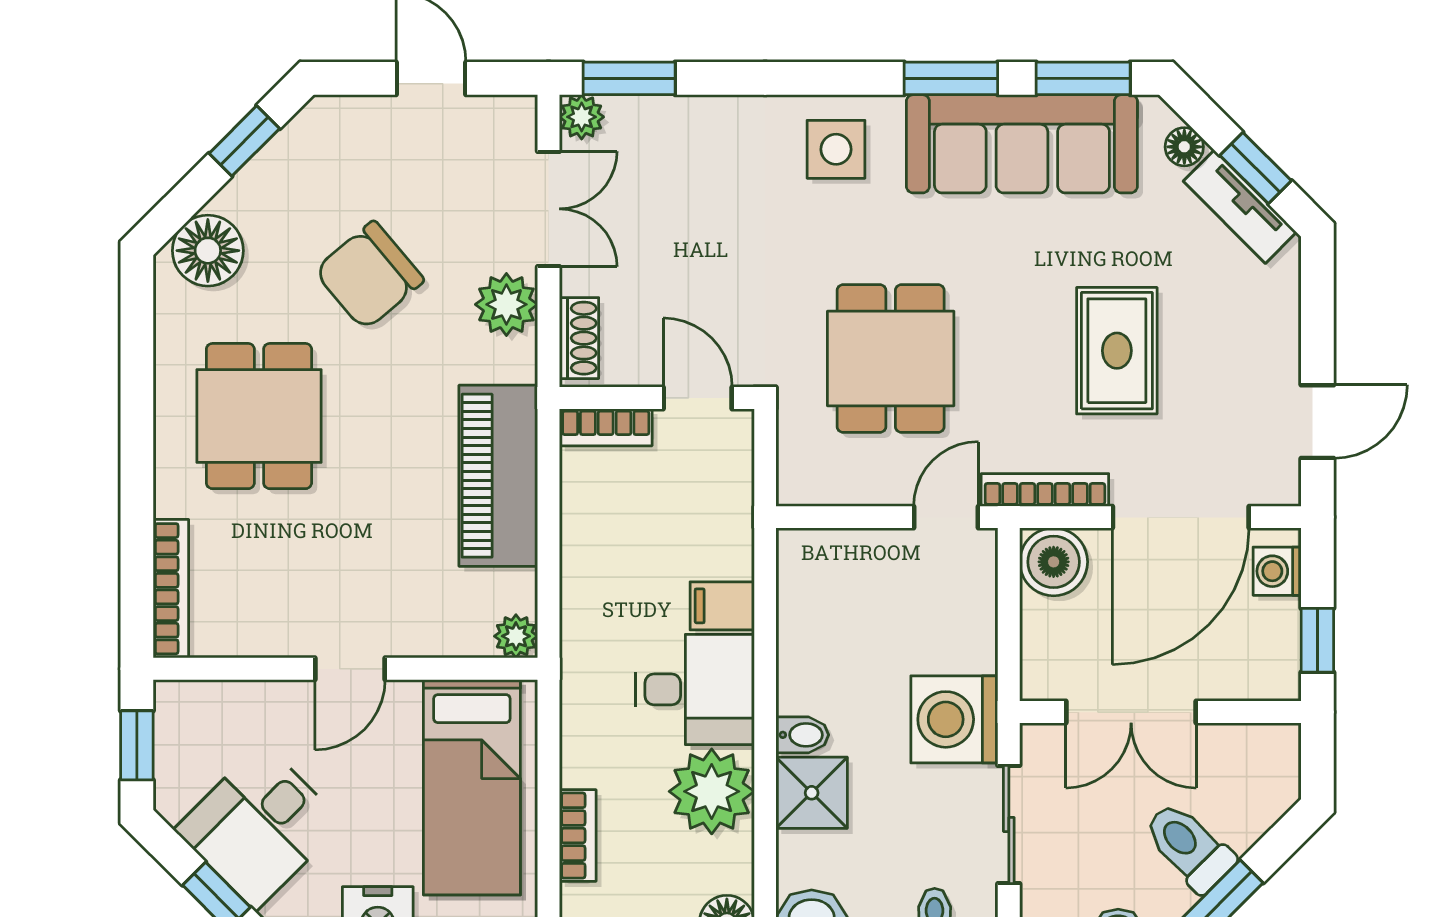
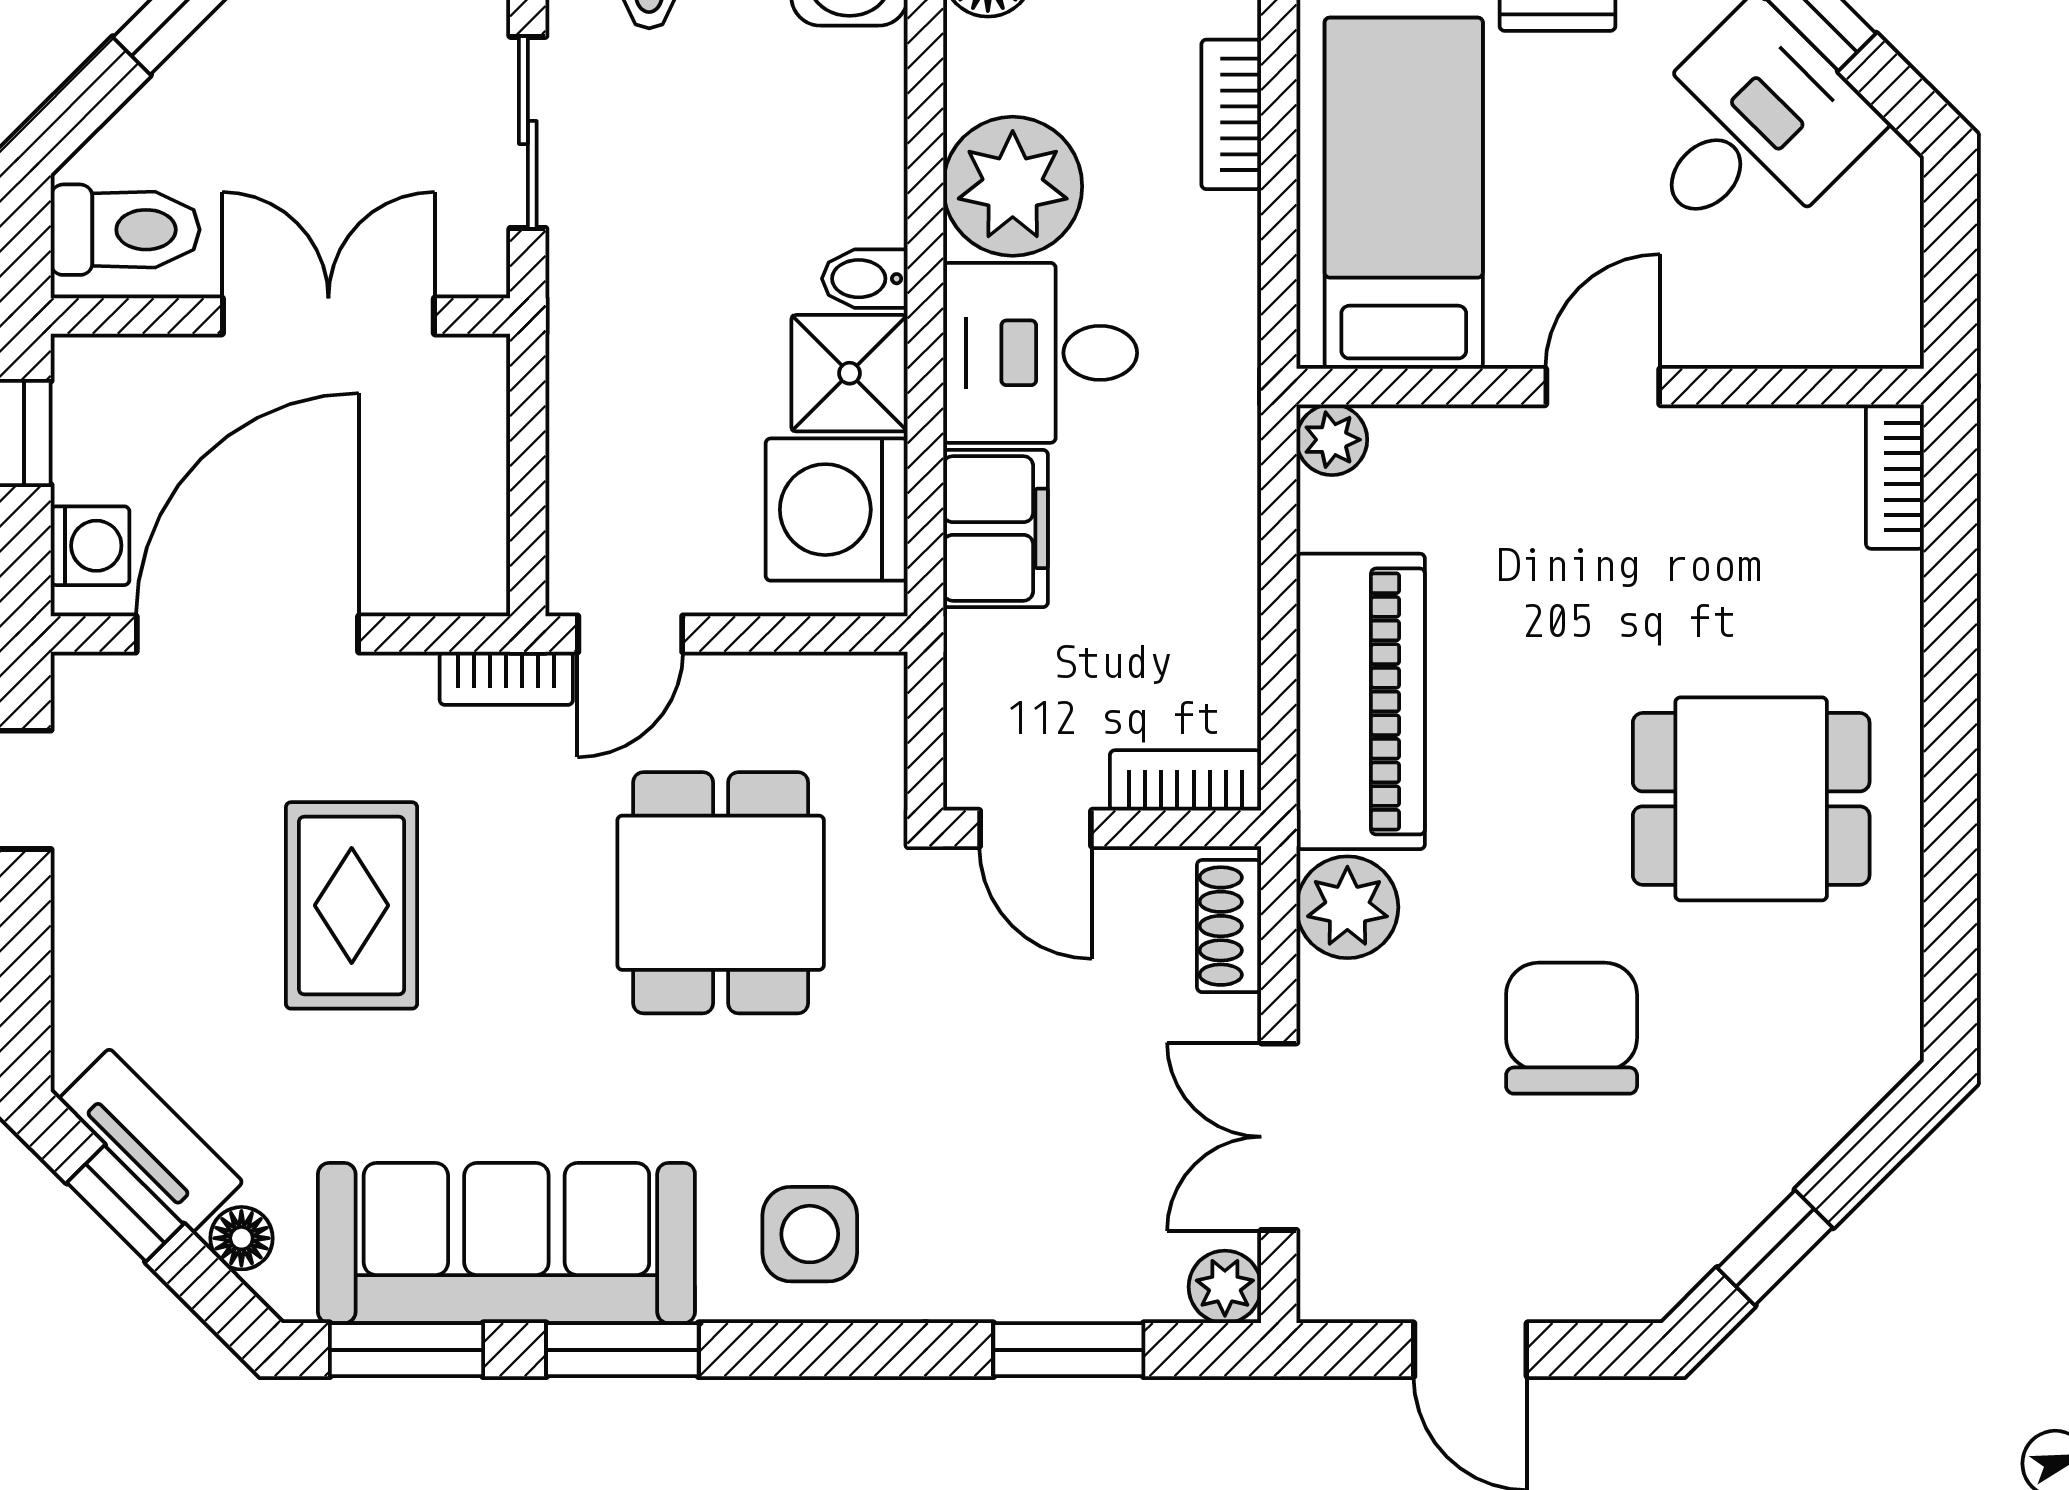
window: (629, 78) -> (1068, 1350), moved
floor lamp: (208, 251) -> (1835, 1069), removed
chair: (369, 275) -> (1572, 1028), turned -50
plant: (506, 304) -> (1347, 907), moved
dining table: (259, 416) -> (1751, 799), turned 90
bookcase: (1045, 490) -> (506, 678), width x0.64
boiler: (1054, 562) -> (455, 561), removed
bookcase: (171, 589) -> (1895, 477), width x0.64
filing cabinet: (722, 606) -> (995, 528), width x2.00
washing machine: (954, 719) -> (837, 510), moved, turned 180
window: (137, 745) -> (1950, 261), removed
shower: (812, 793) -> (850, 373), moved
toilet: (1189, 847) -> (125, 230), moved, turned -45

